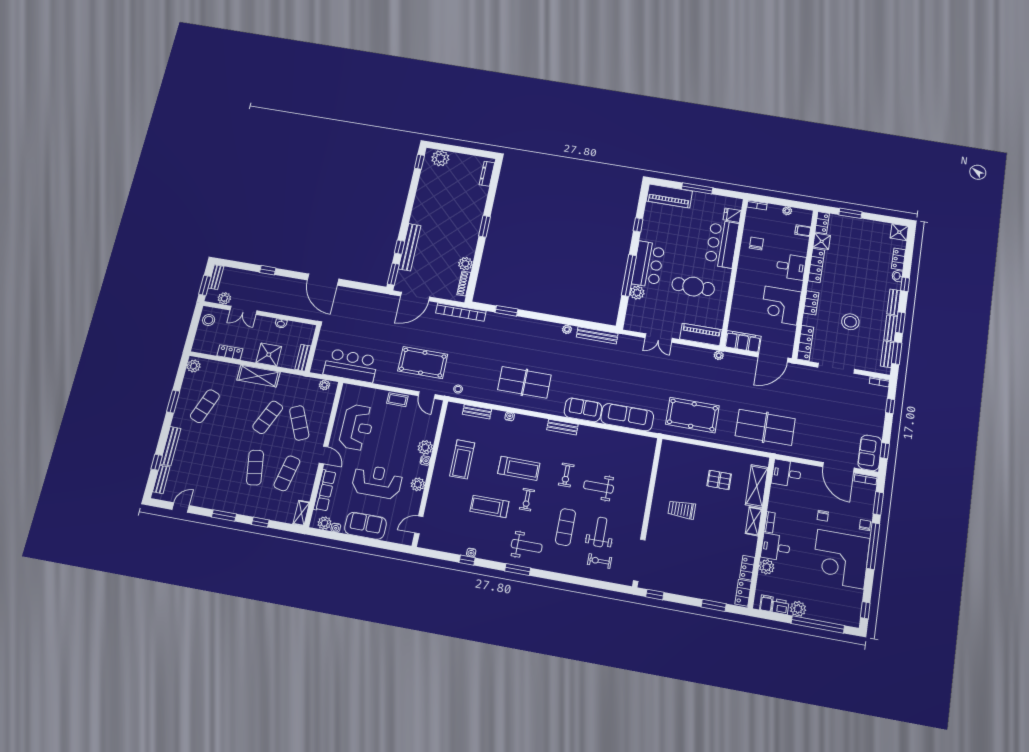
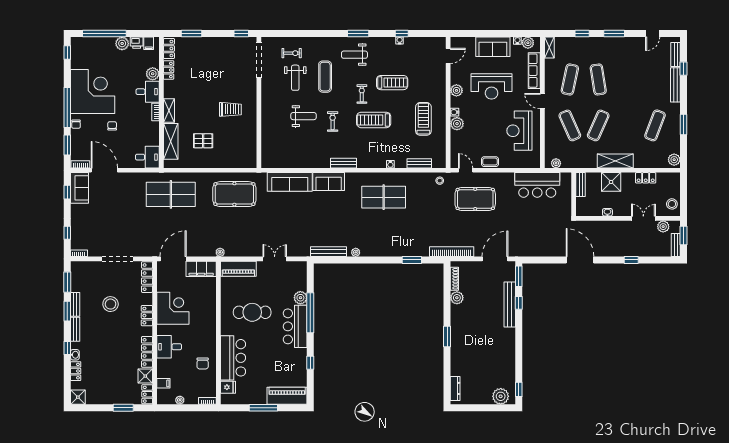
bench: (887, 354) -> (75, 280), removed

